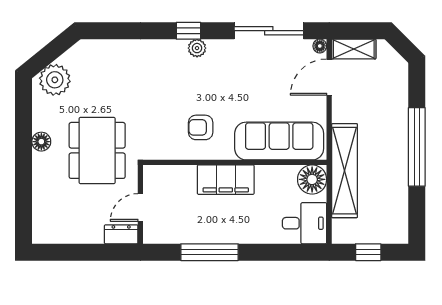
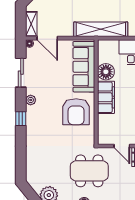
sliding door: (269, 31) -> (21, 73), width x0.73
plant: (197, 48) -> (31, 100), moved
armchair: (201, 127) -> (76, 112), width x1.88, depth x1.88
floor lamp: (312, 179) -> (106, 72), moved

